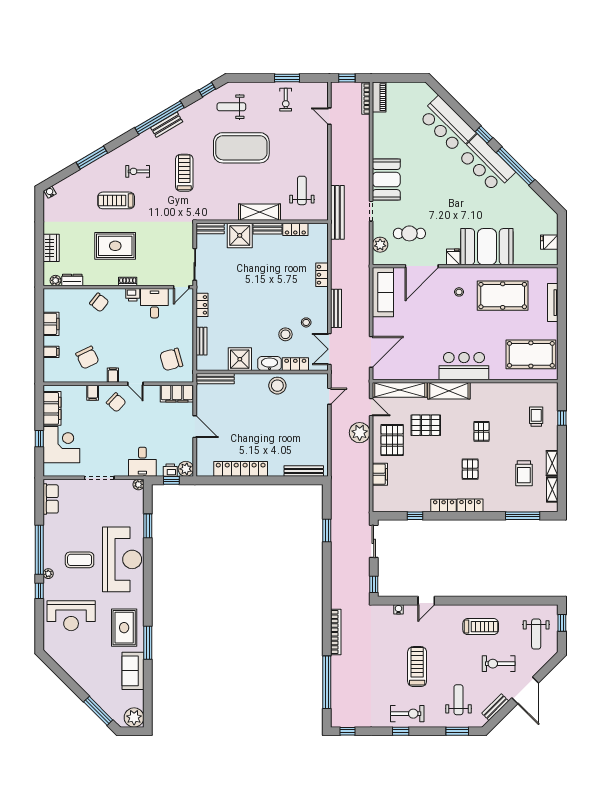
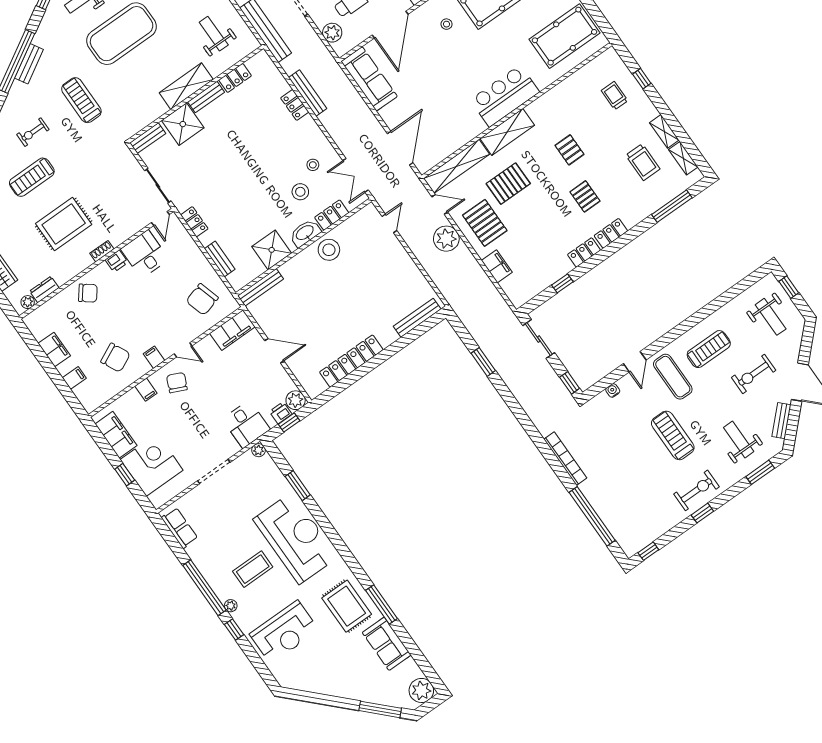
bench: (336, 308) -> (308, 93), moved
chair: (116, 402) -> (177, 383), turned -109
exercise mat: (444, 628) -> (673, 377), added

